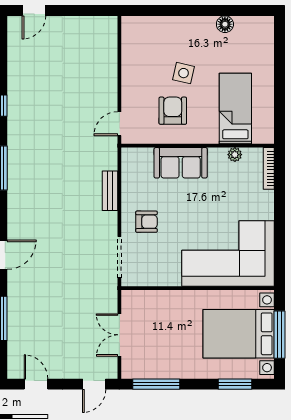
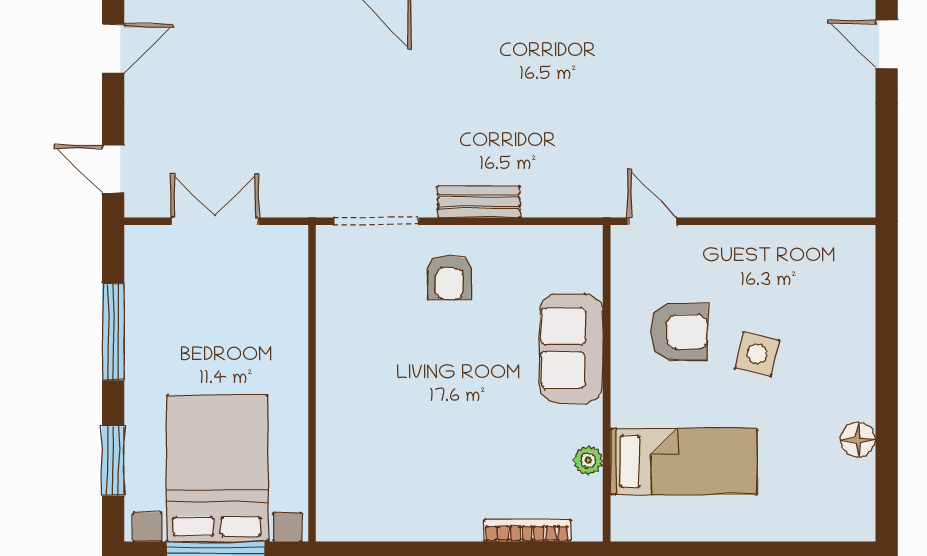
bookcase: (269, 168) -> (527, 531), moved
bench: (110, 191) -> (479, 202), moved
corner sofa: (228, 253) -> (384, 446), removed
window: (156, 384) -> (113, 332), moved

